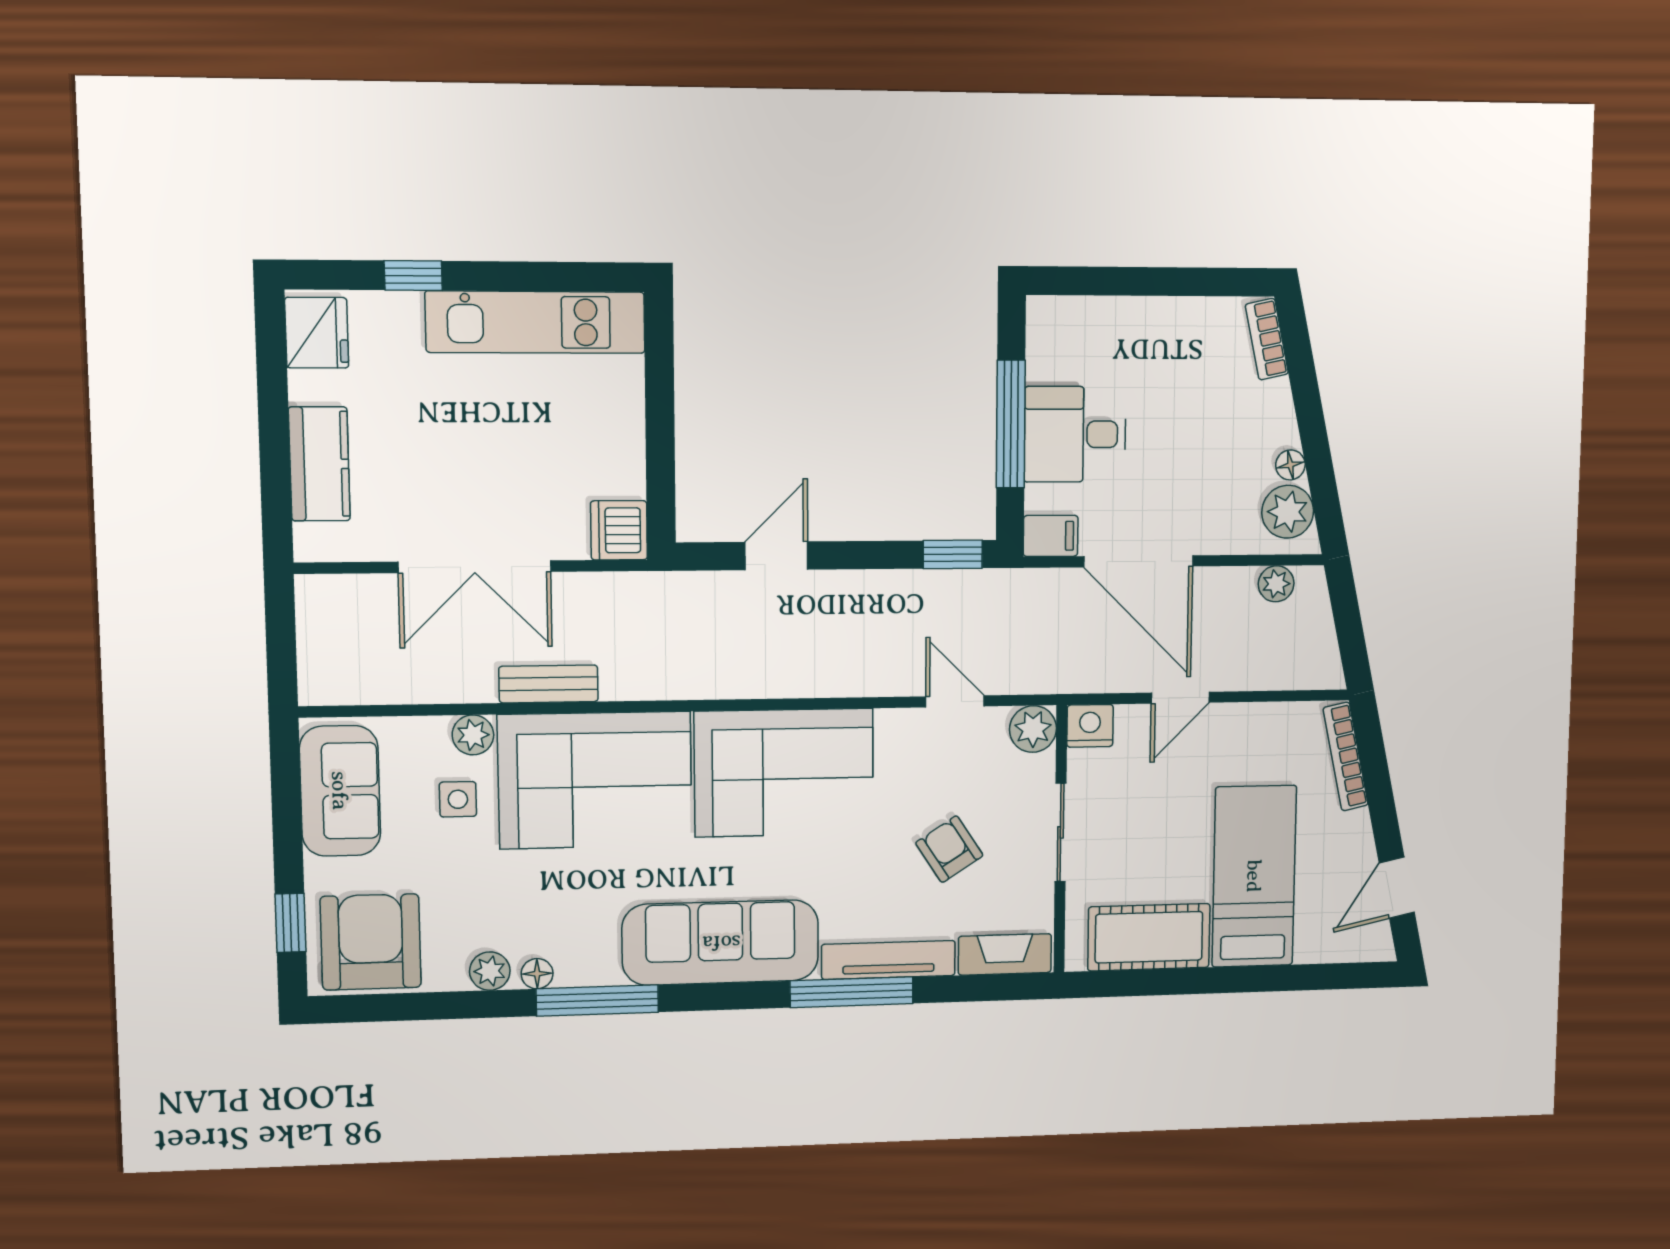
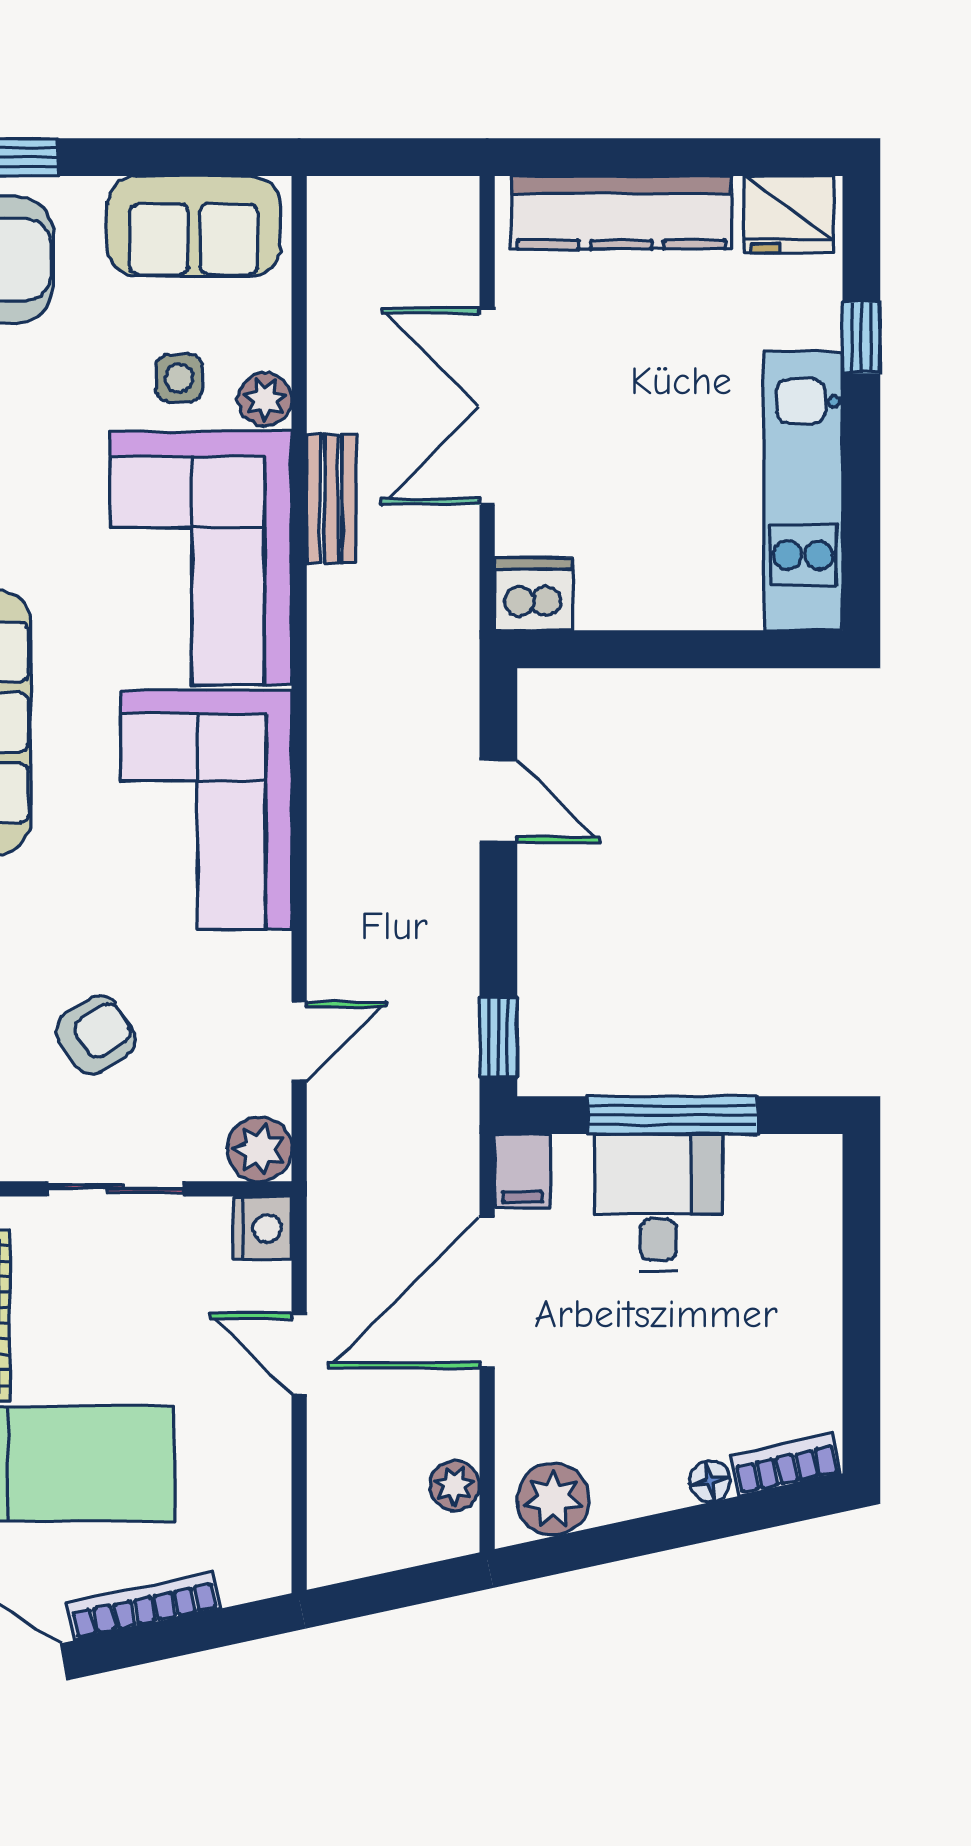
kitchen counter: (319, 464) -> (621, 213), width x1.50
floor lamp: (1290, 465) -> (710, 1481), moved
bookcase: (1346, 756) -> (144, 1606), moved

